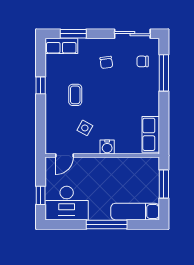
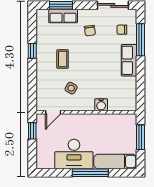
row of seats: (61, 46) -> (63, 16), moved
row of seats: (151, 134) -> (129, 60), moved
water cooler: (107, 147) -> (101, 105), moved
window: (41, 195) -> (32, 131), moved
desk: (67, 203) -> (74, 154), moved

